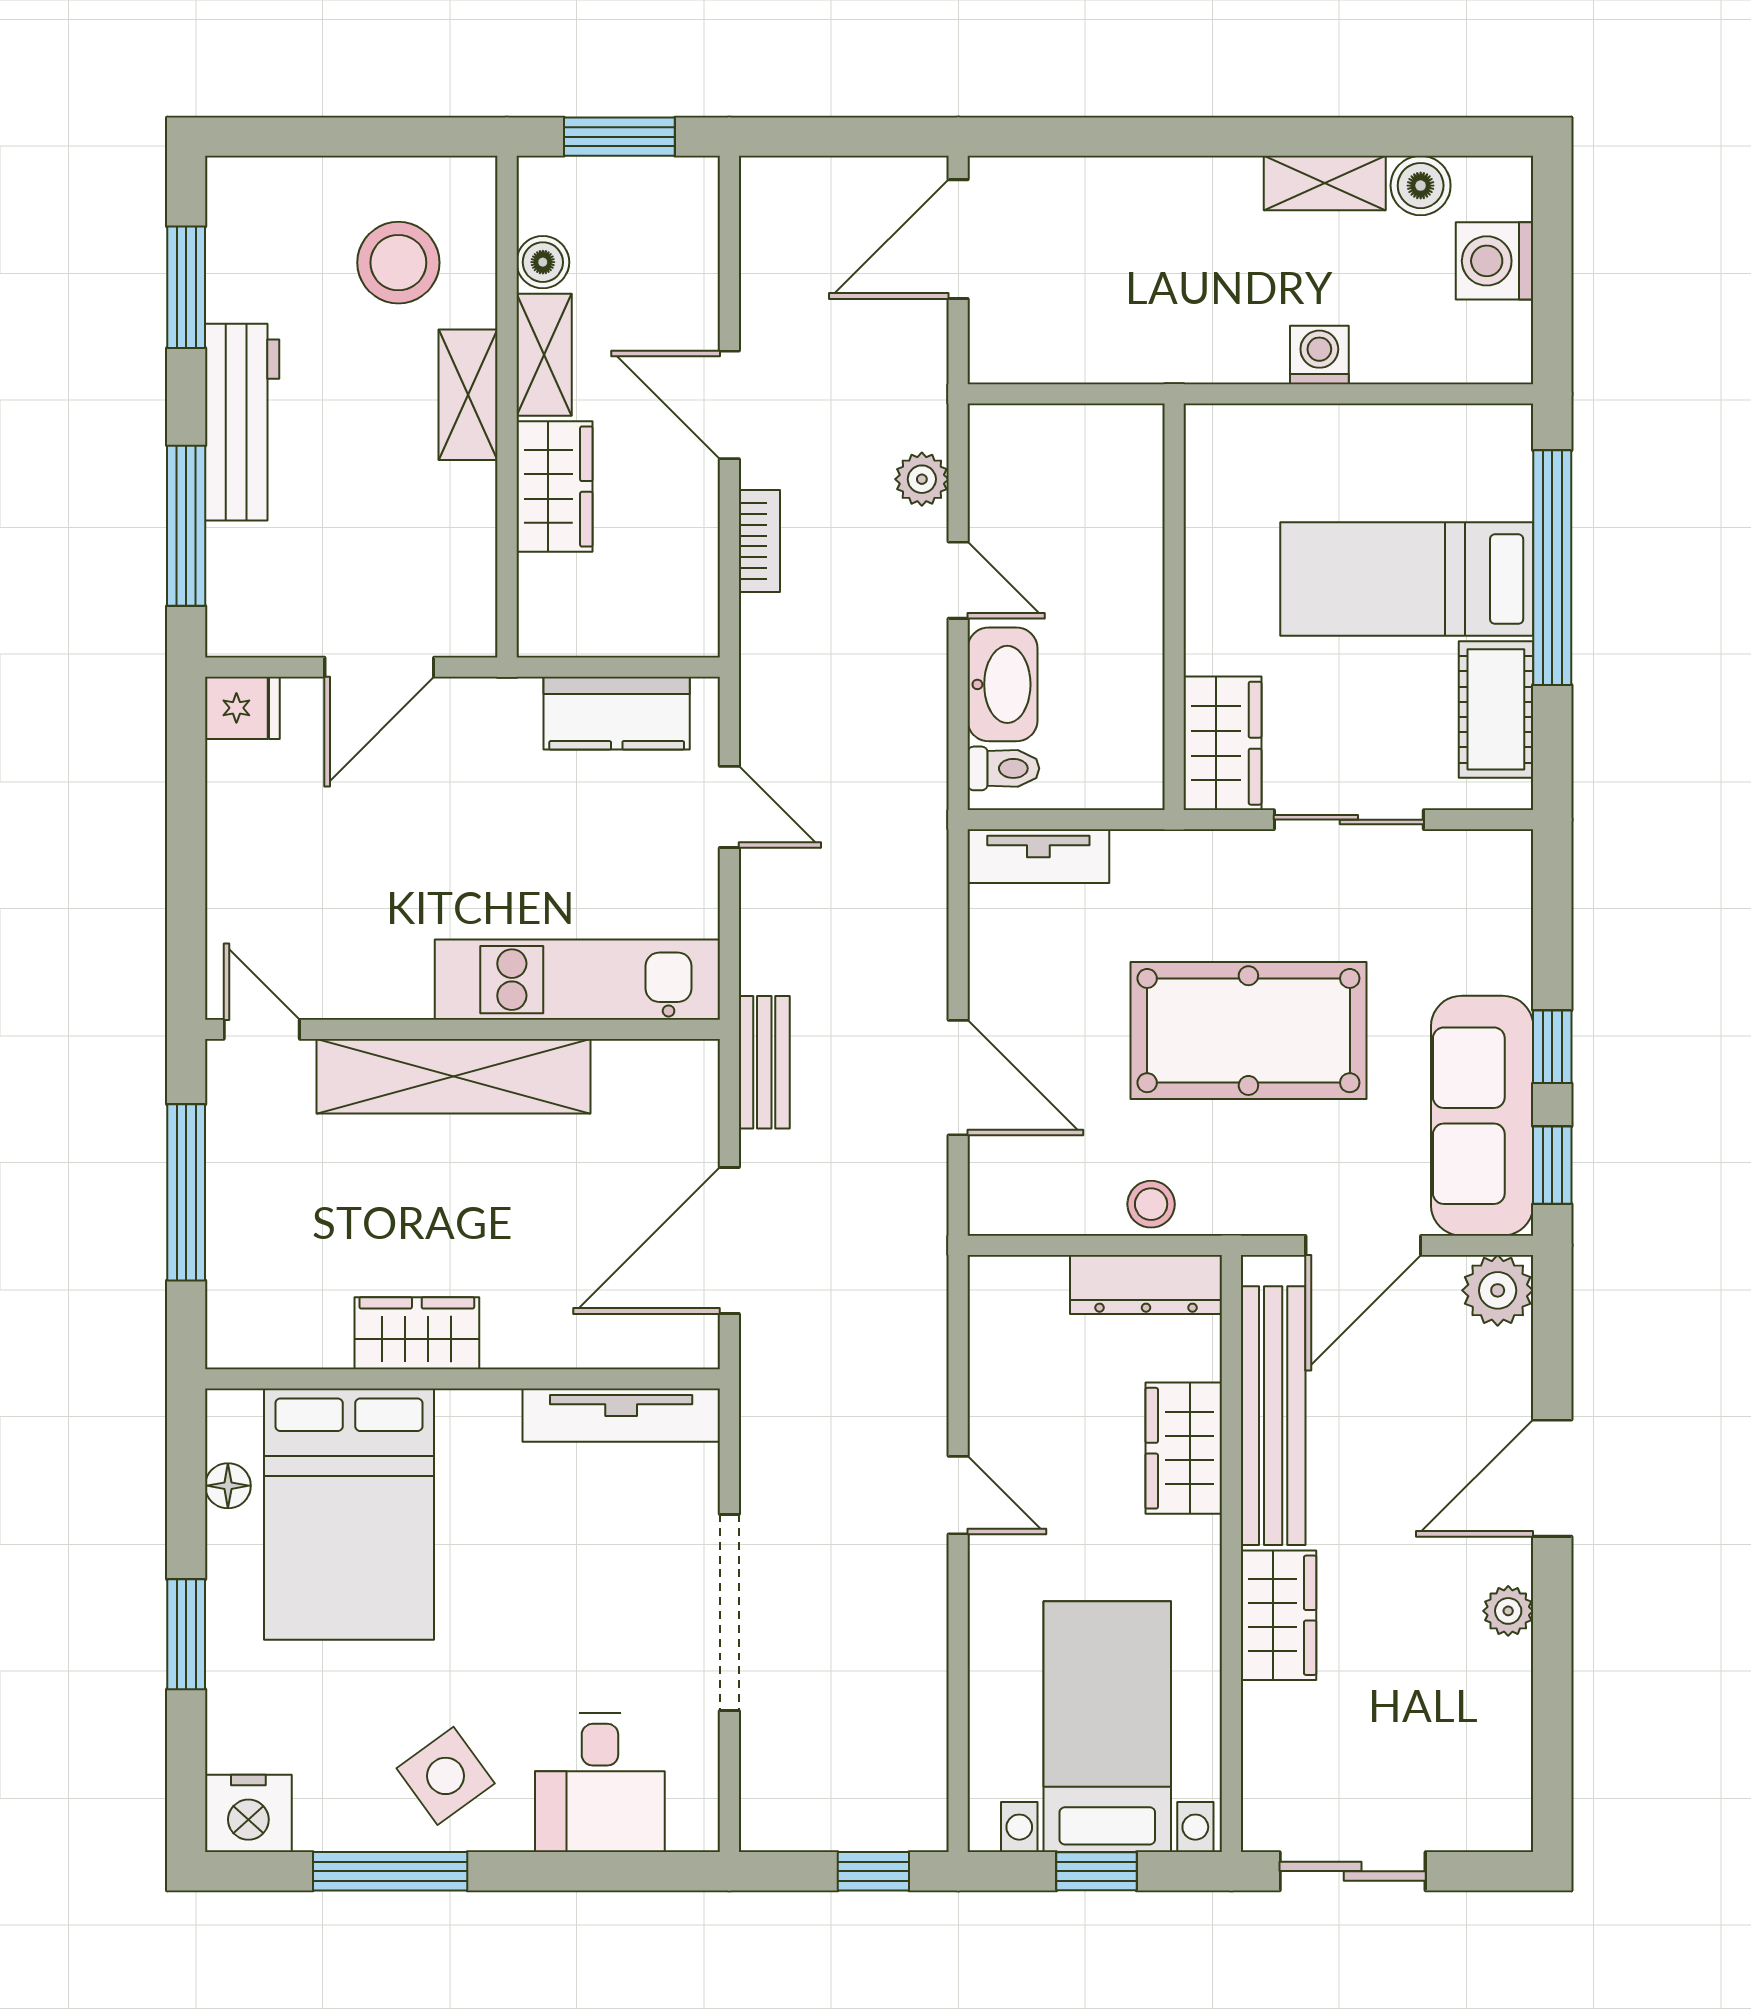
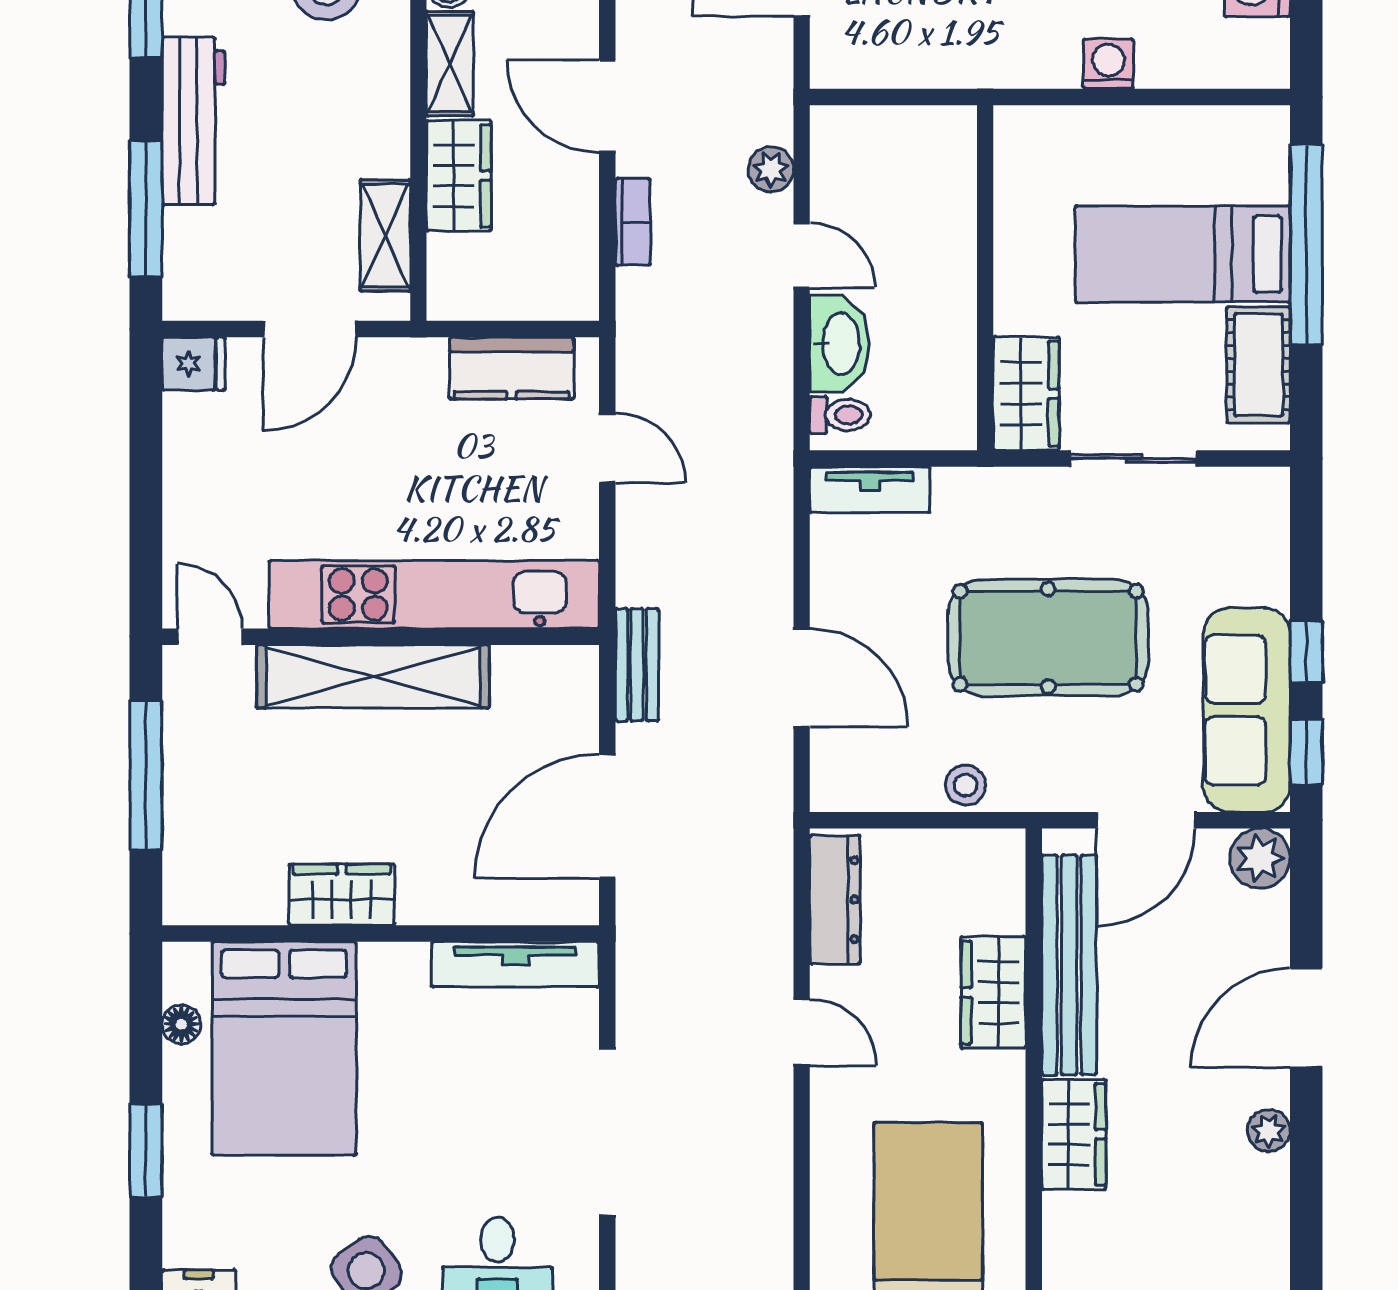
shelving: (468, 395) -> (385, 236), moved
kitchen unit: (577, 980) -> (434, 594), width x1.36
dresser: (1146, 1285) -> (835, 900), moved, turned -90

